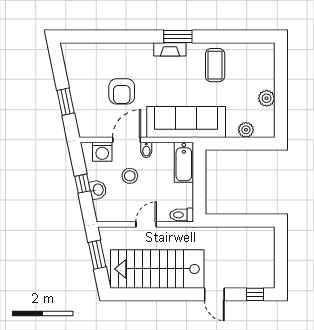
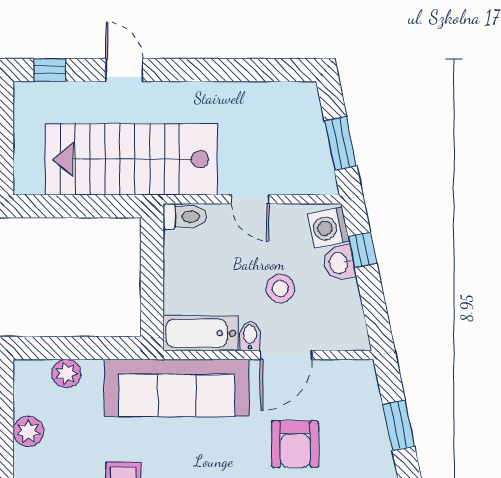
armchair: (122, 91) -> (295, 444), turned 180
washing machine: (102, 152) -> (328, 228), moved, turned -102
bathtub: (184, 162) -> (200, 333), moved, turned -90
window: (82, 184) -> (363, 250), moved
door: (146, 224) -> (250, 199), hinge flipped
stairs: (157, 269) -> (131, 159), moved, turned 180

